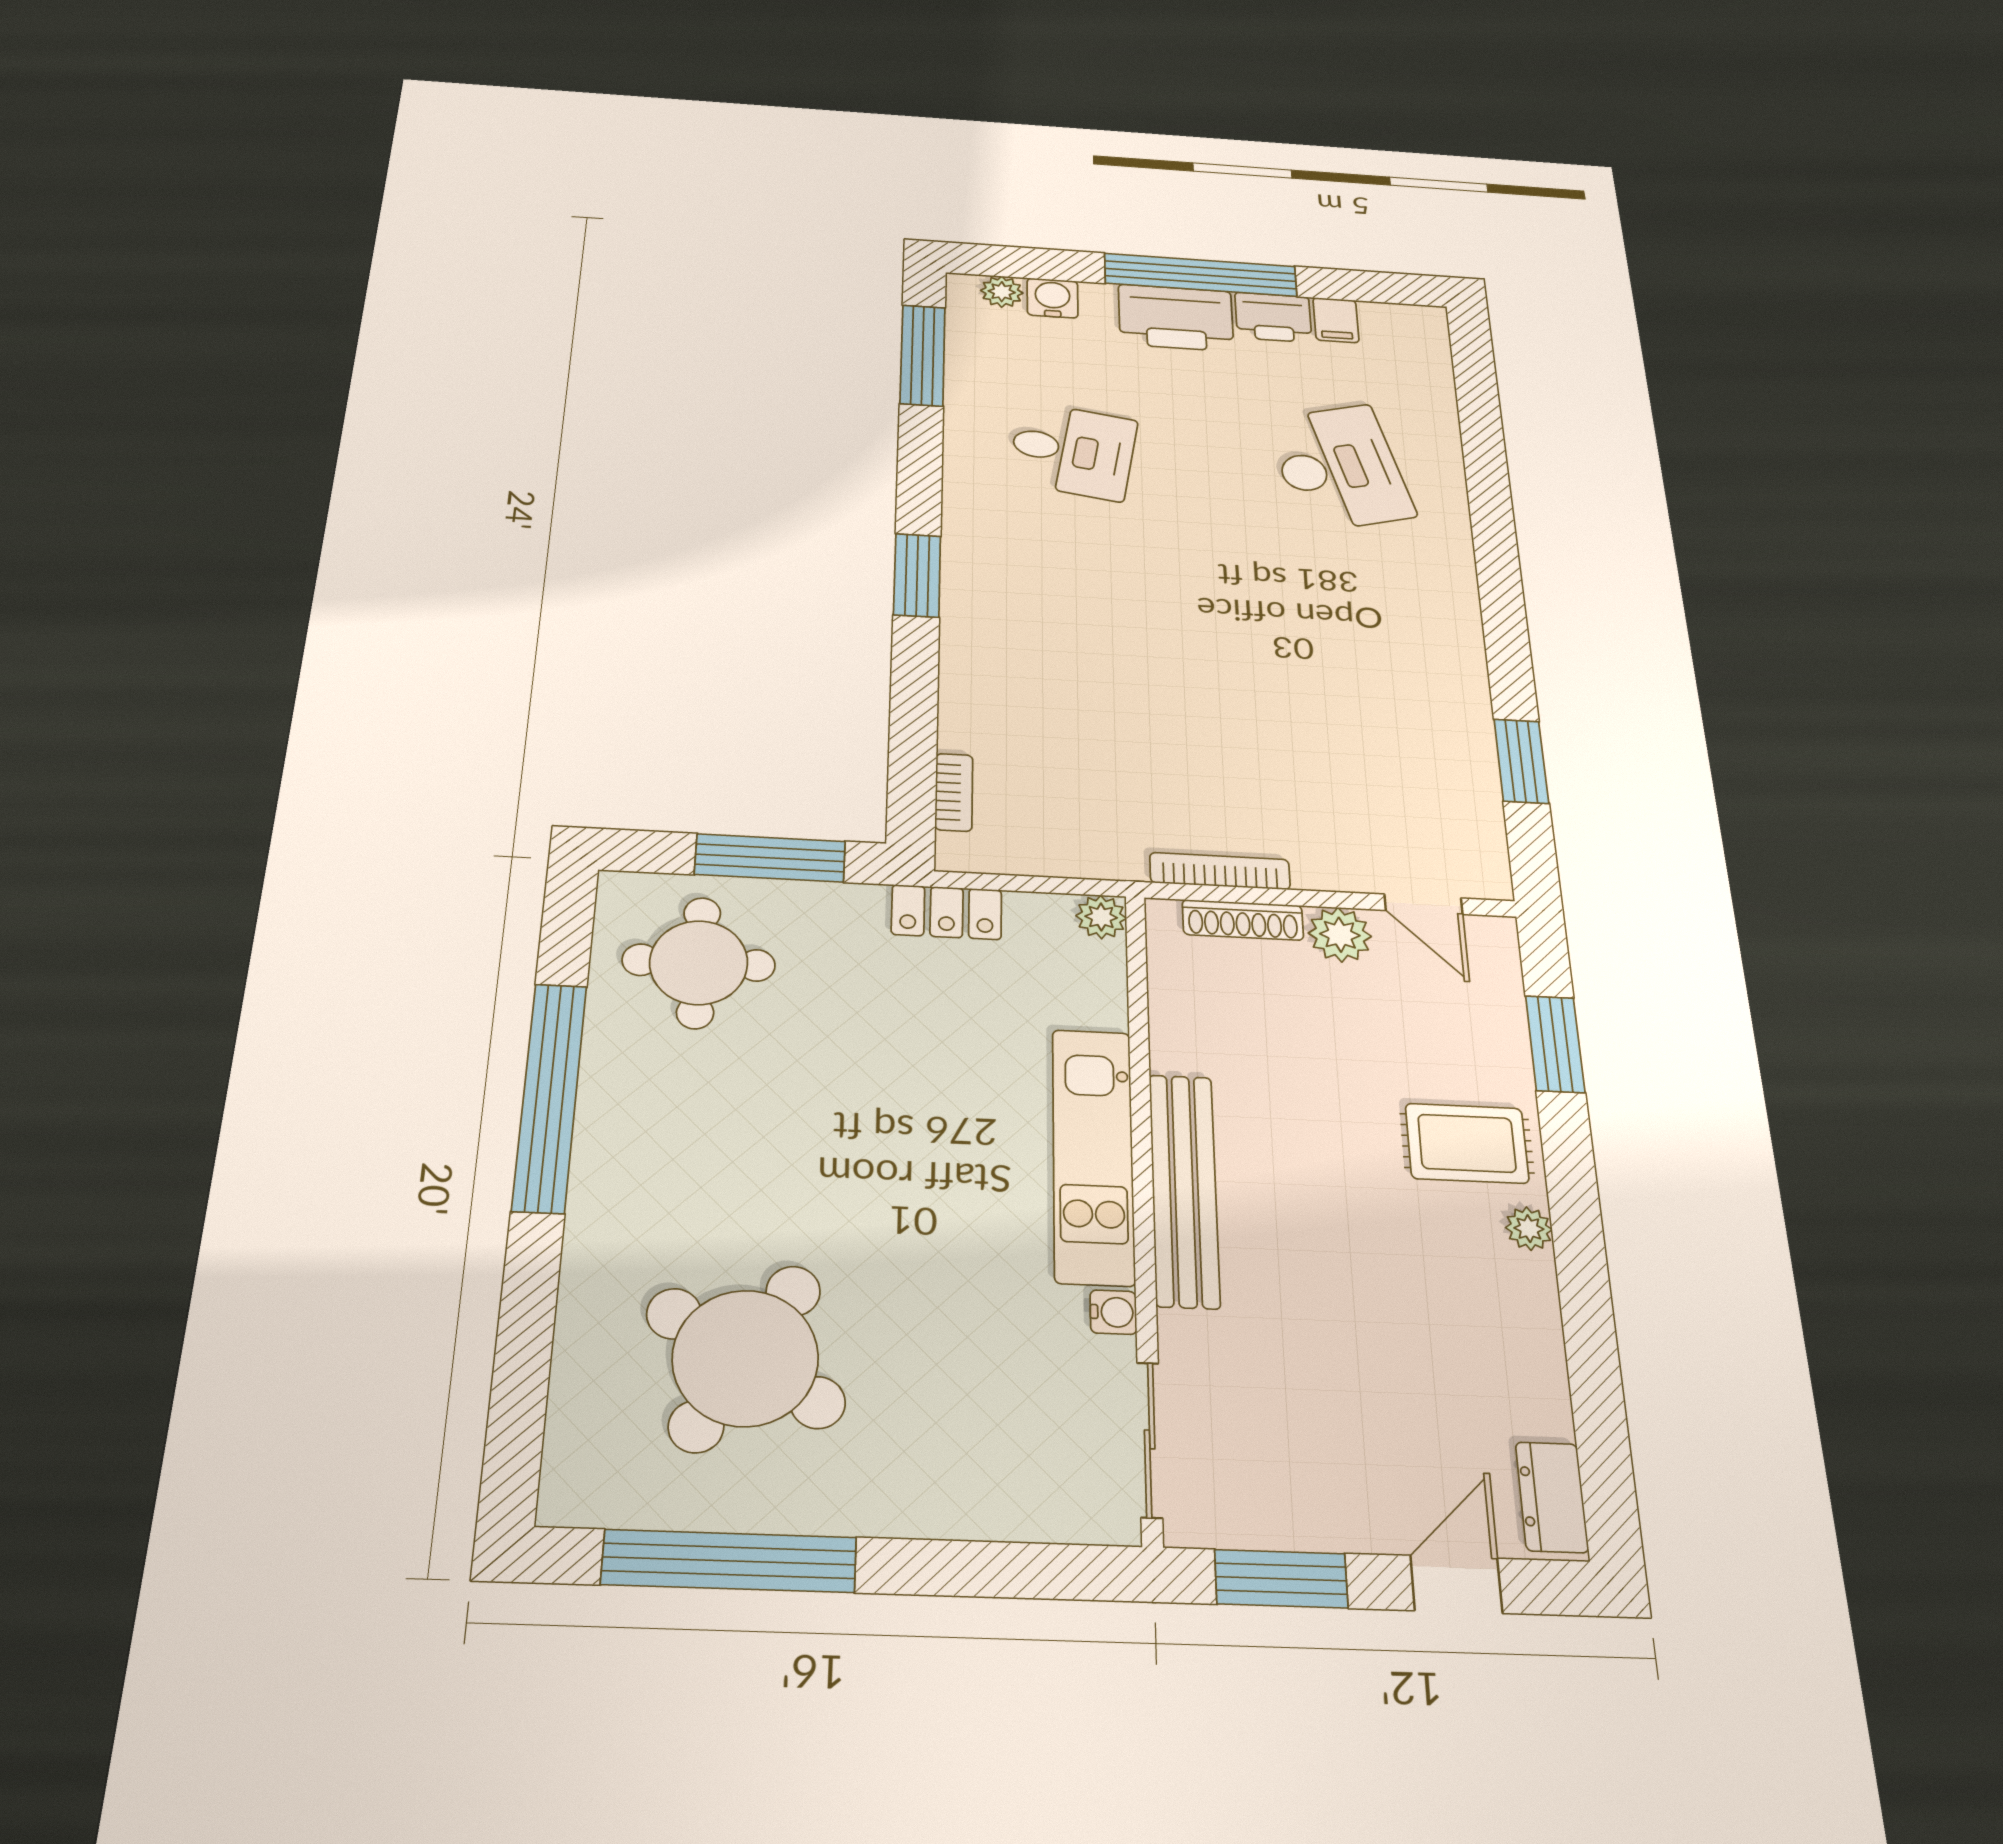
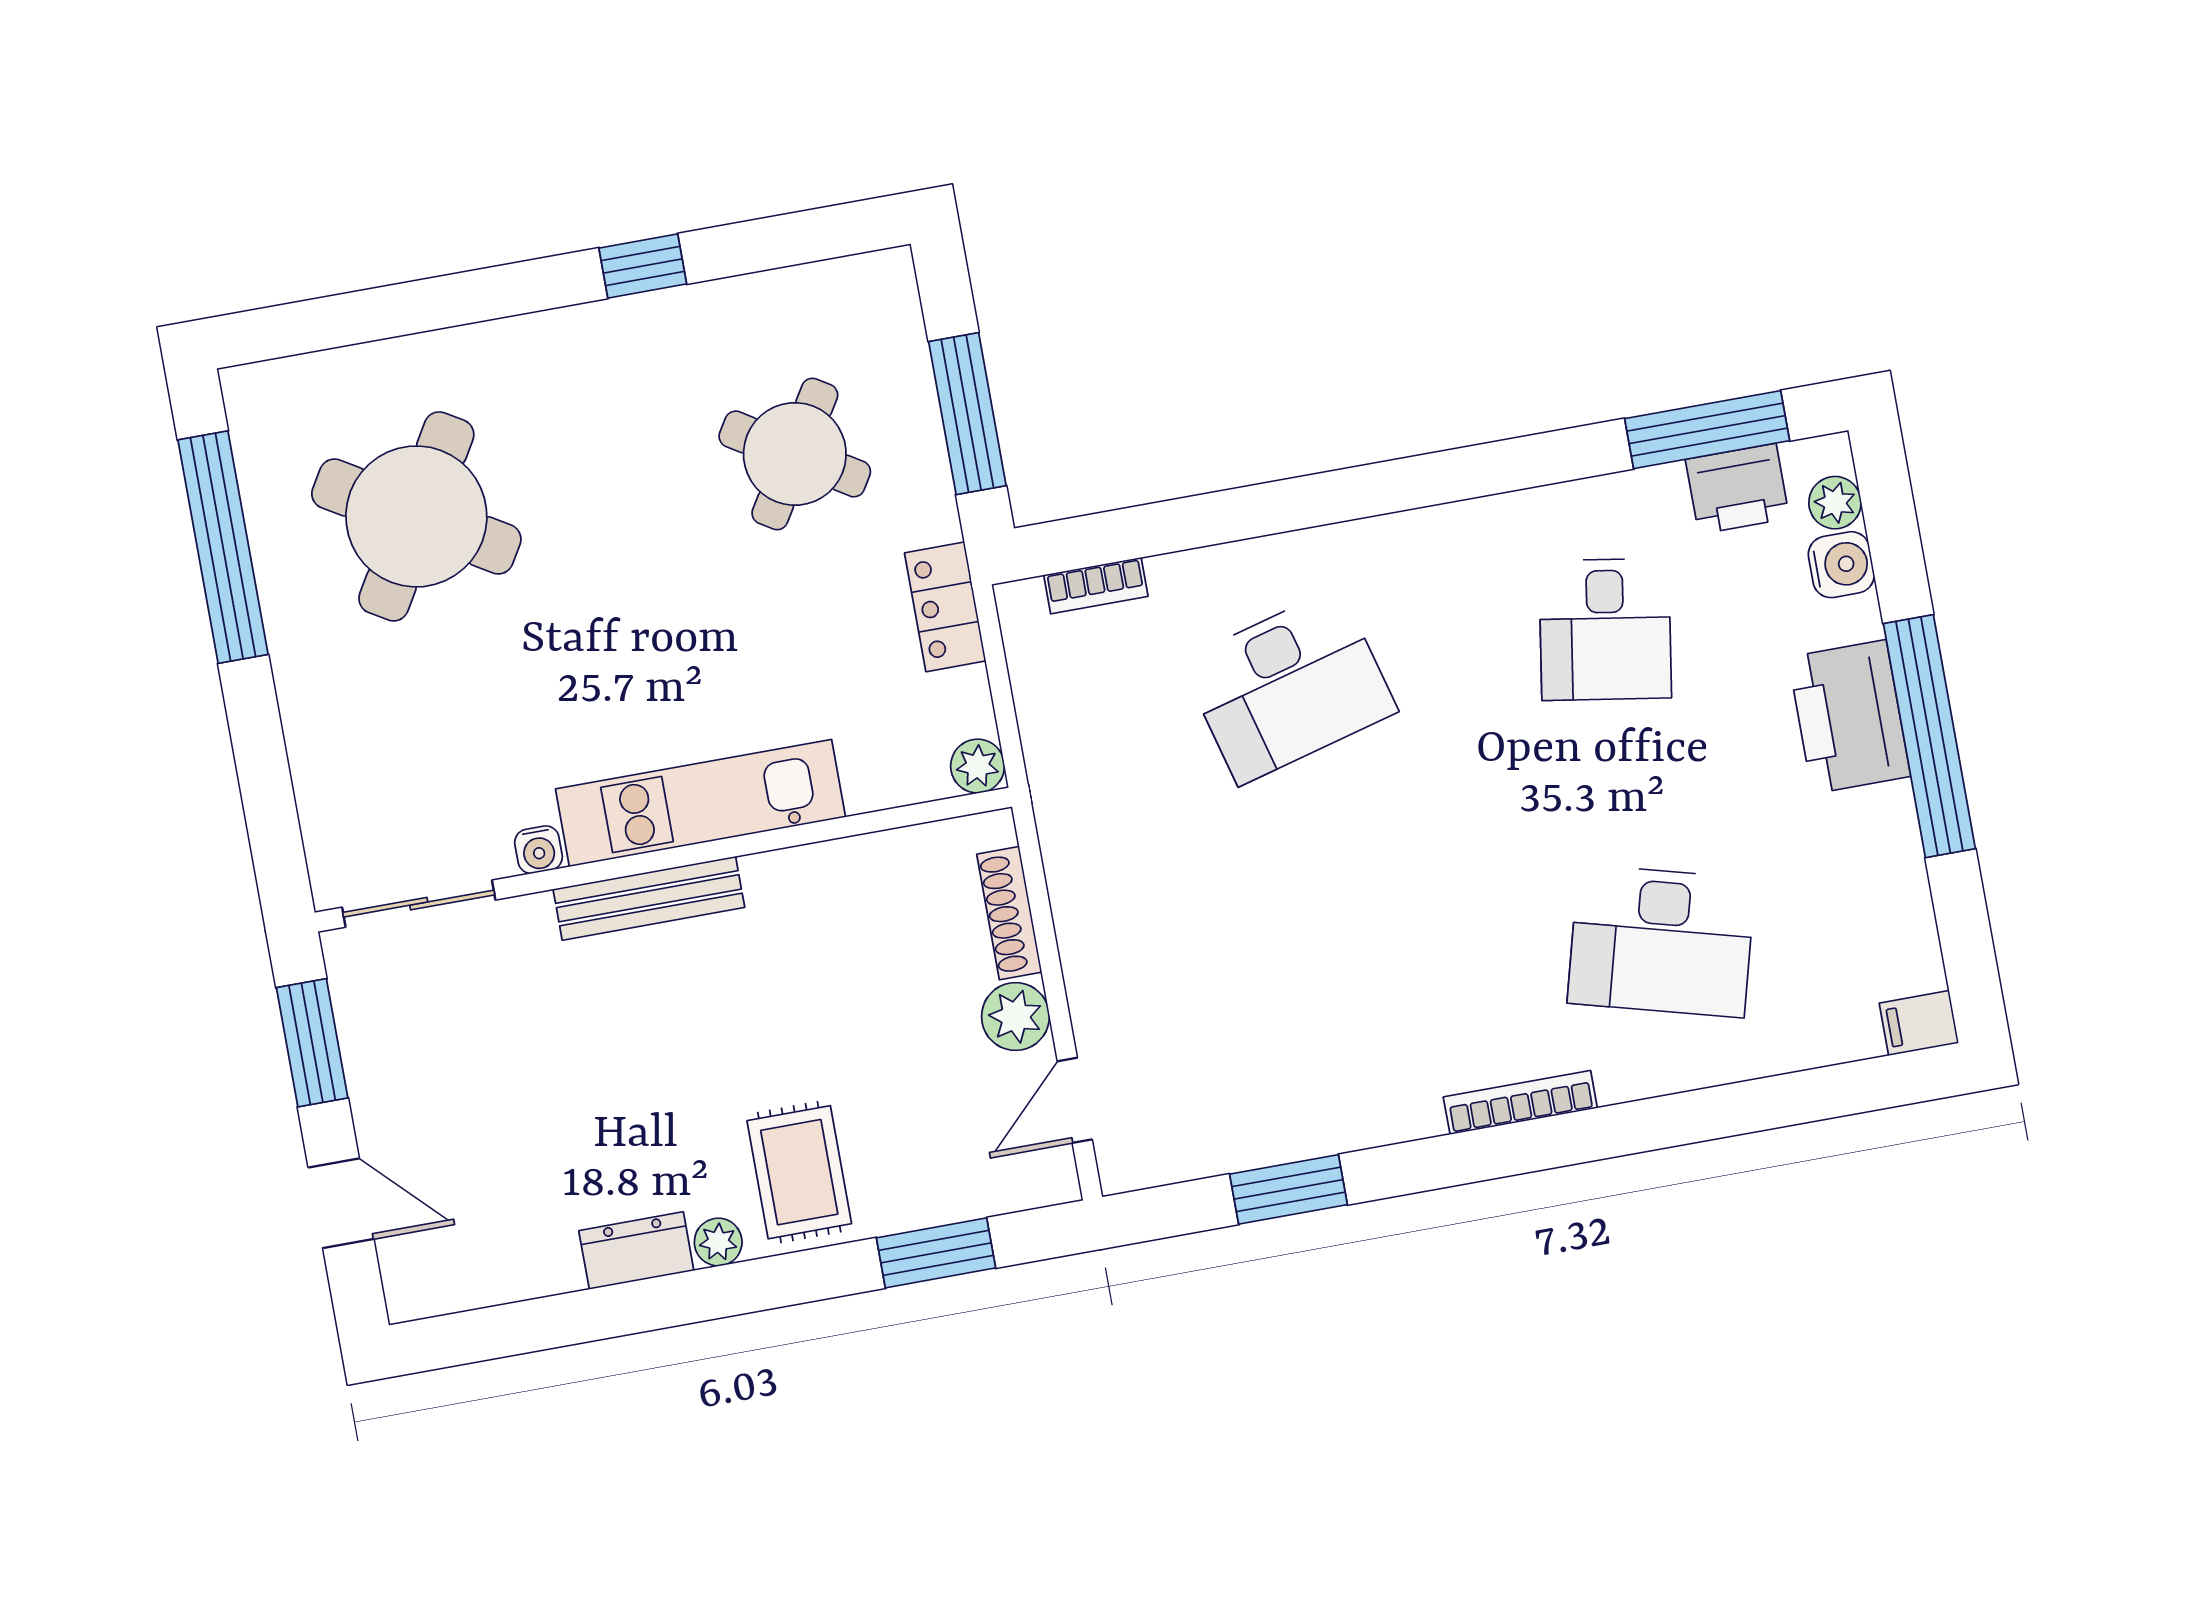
printer: (1273, 317) -> (1737, 489), moved, turned -90
filing cabinet: (1336, 320) -> (1919, 1023), moved
desk: (1339, 468) -> (1661, 941), turned 30
window: (917, 575) -> (1377, 489), removed
desk: (1076, 671) -> (1289, 686), added
bookcase: (1220, 871) -> (1520, 1102), moved, turned -90
round table: (699, 963) -> (795, 454), moved, turned 32
window: (550, 1097) -> (643, 266), width x0.32
bench: (1184, 1190) -> (649, 898), width x0.73, depth x0.82
dresser: (1552, 1497) -> (636, 1251), moved

